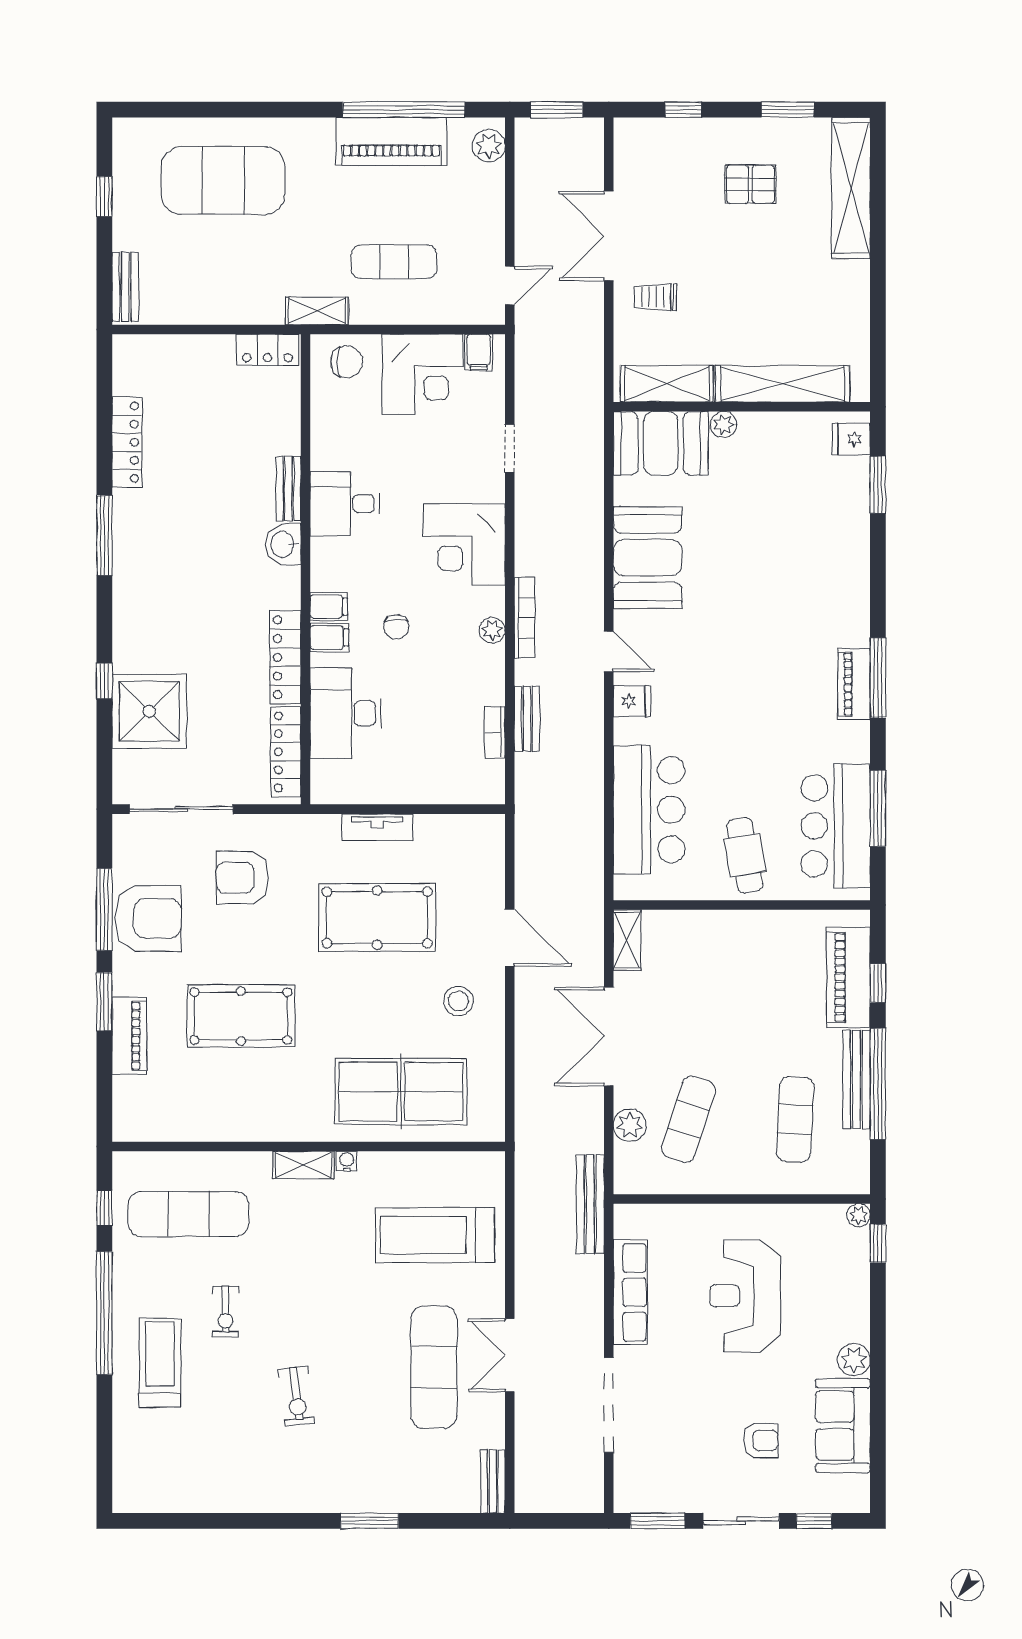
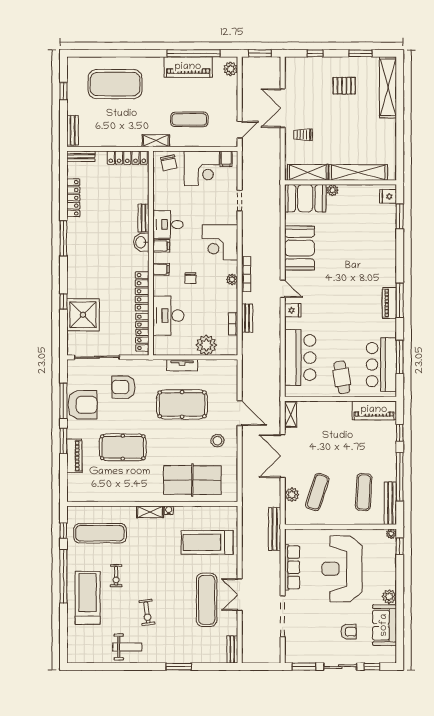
bench: (144, 346) -> (81, 156), added
locker: (267, 350) -> (127, 158), width x1.53
chair: (347, 362) -> (169, 163), turned 78
filing cabinet: (329, 638) -> (161, 246), moved
plant: (433, 781) -> (206, 345), added
piano: (848, 977) -> (374, 410), moved, turned -90
bench: (856, 1079) -> (390, 503), moved
reception desk: (745, 1296) -> (342, 569), width x1.36, depth x1.30
treadmill: (160, 1363) -> (88, 598), width x1.37, depth x1.38
weight bench: (251, 1476) -> (127, 647), added

